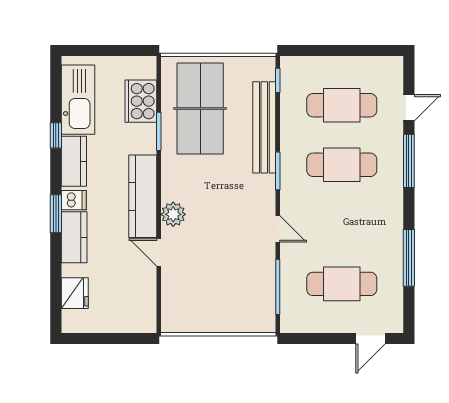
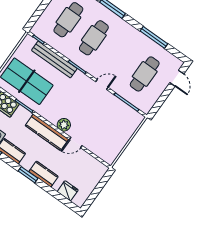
dishwasher: (74, 200) -> (28, 163), removed

